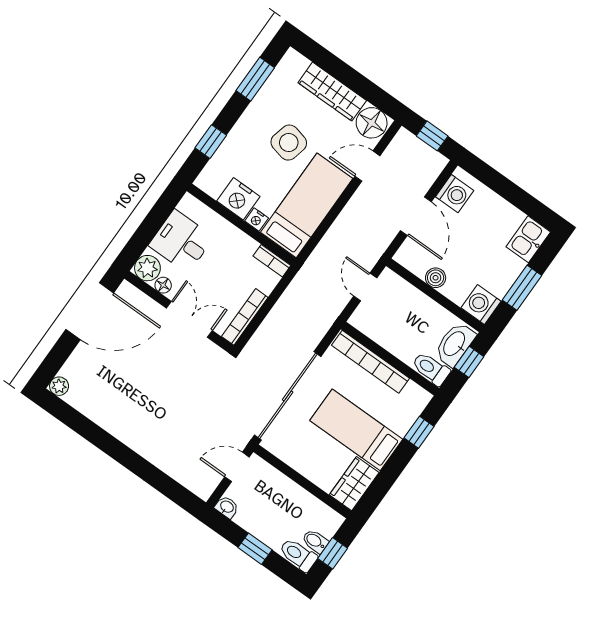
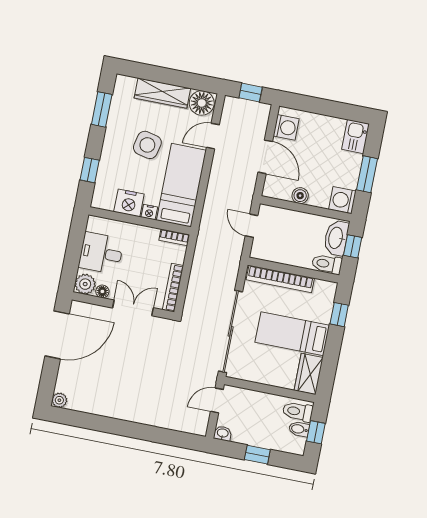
toilet: (298, 555) -> (298, 412), moved

